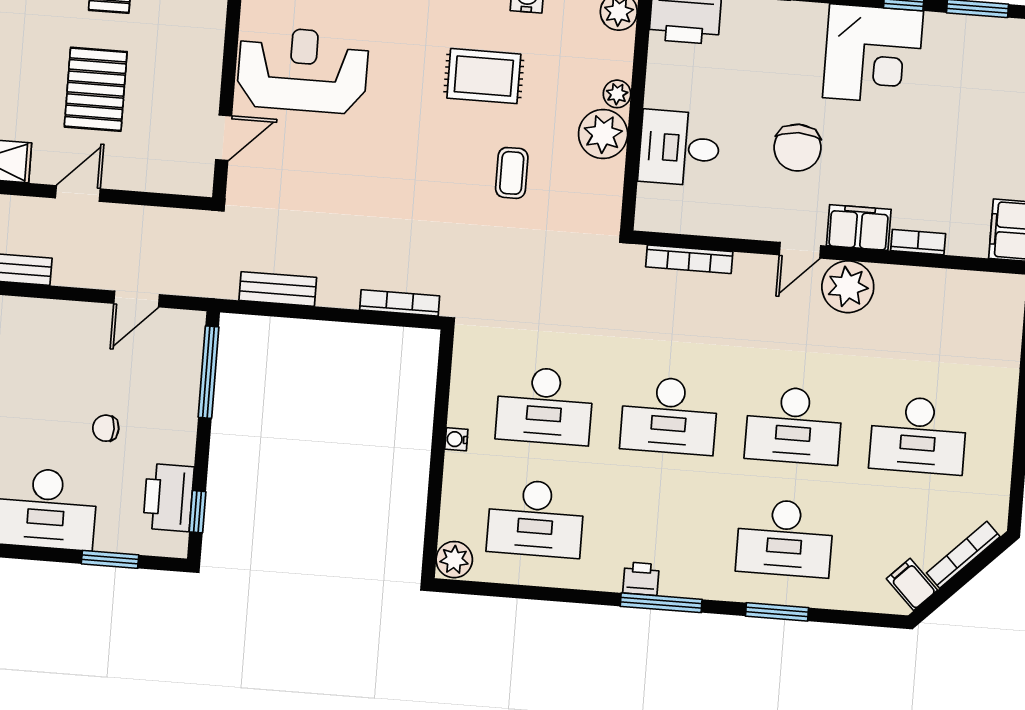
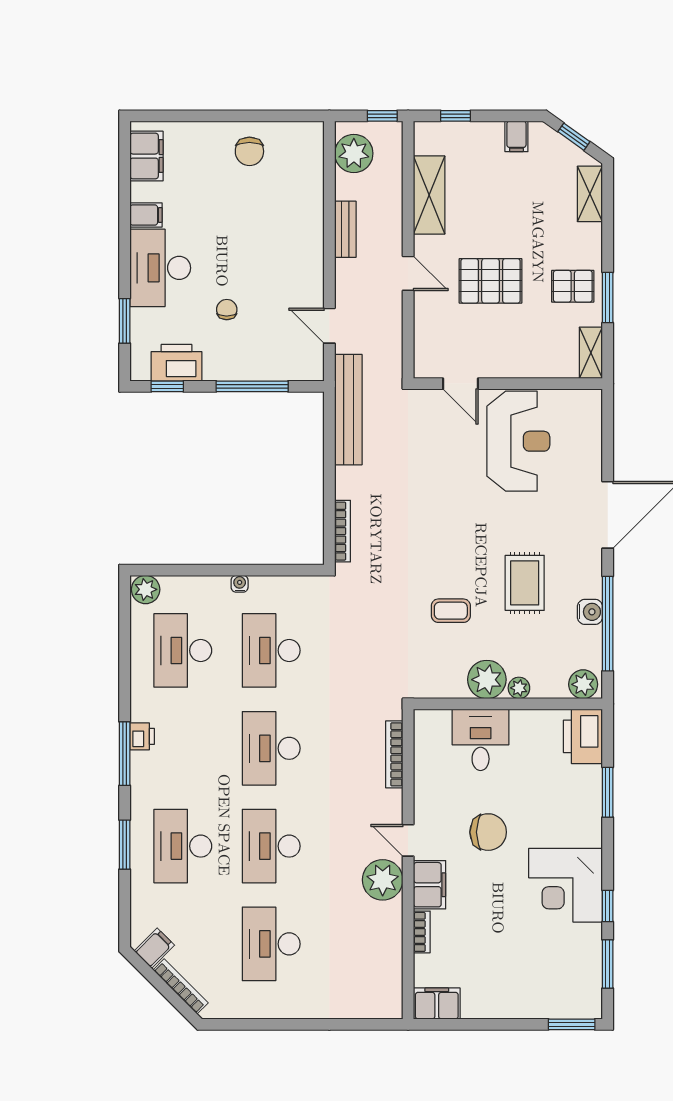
chair: (798, 148) -> (488, 832), turned 180
bench: (278, 289) -> (348, 410), width x1.86, depth x1.21
window: (209, 372) -> (252, 386), moved

